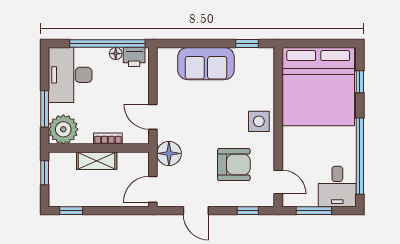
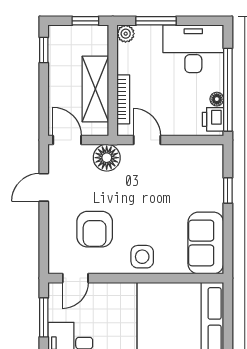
window: (247, 44) -> (228, 191), moved
sofa: (206, 64) -> (206, 243), moved
door: (153, 117) -> (147, 140), hinge flipped
plant: (63, 129) -> (126, 34), width x0.53, depth x0.53
bookcase: (108, 138) -> (123, 99), width x1.56
shelving: (97, 161) -> (95, 89), width x1.50, depth x1.33
window: (248, 211) -> (44, 244), removed

